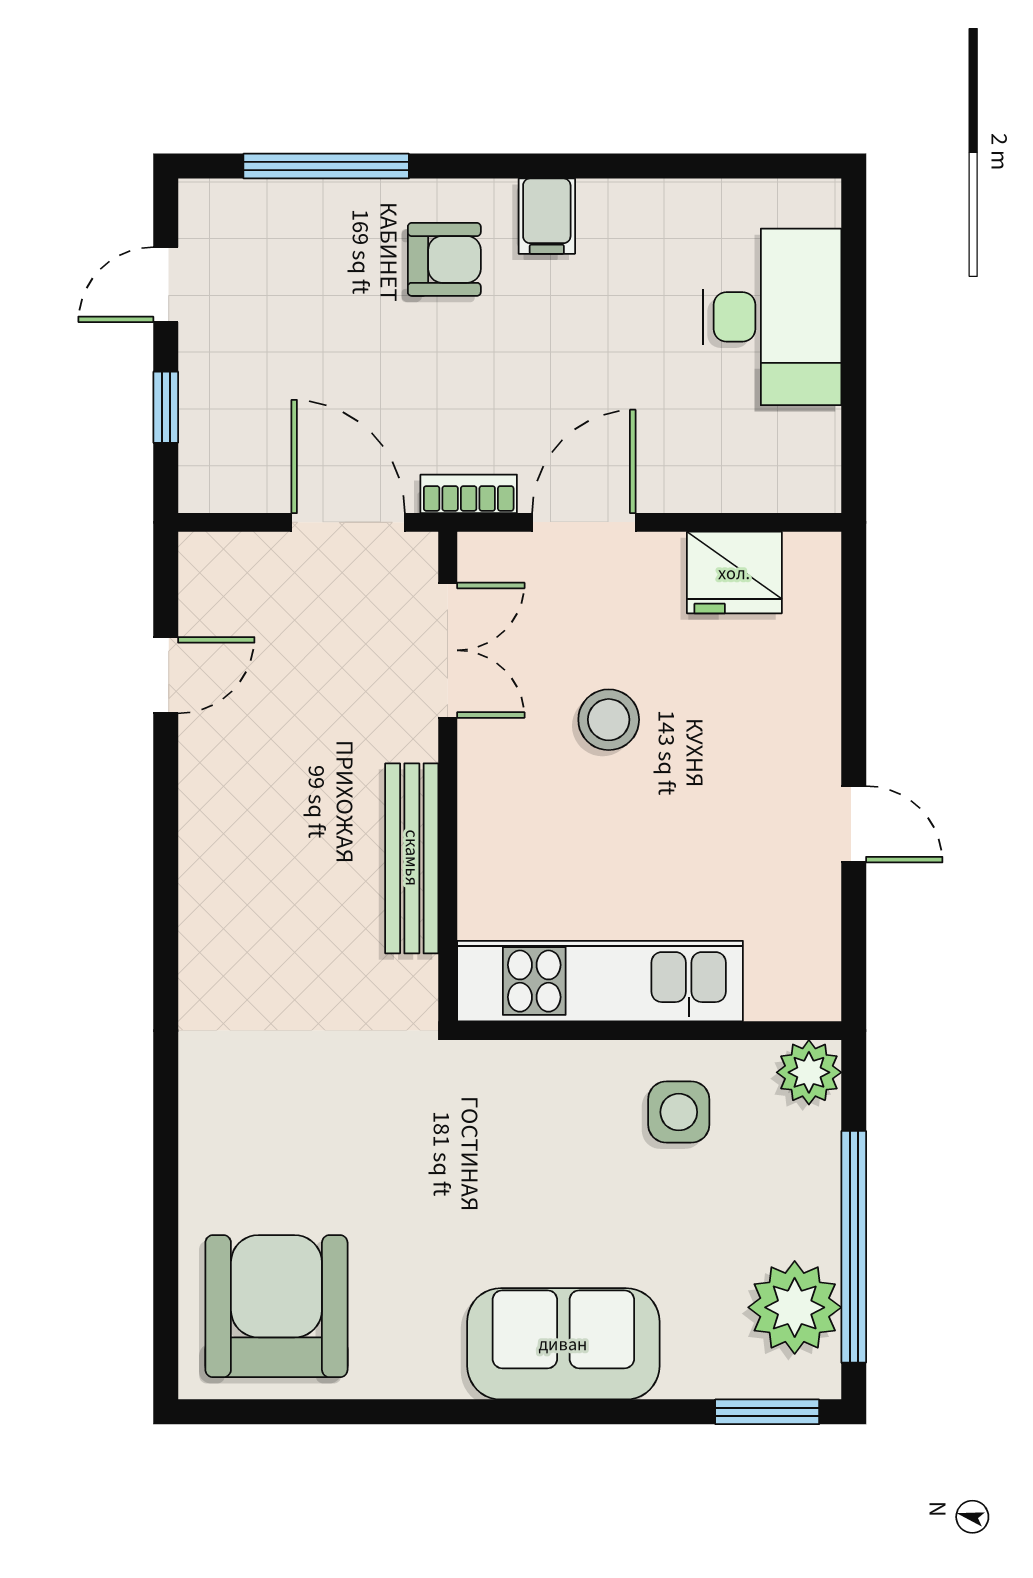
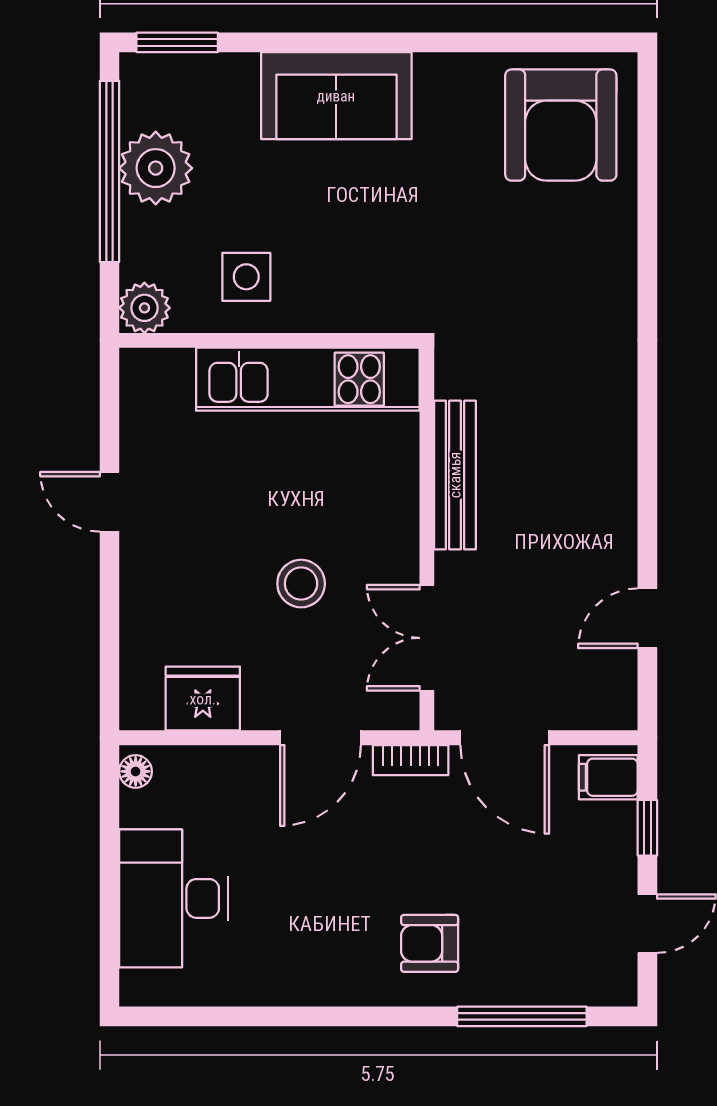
filing cabinet: (547, 216) -> (608, 777), moved, turned -90
floor lamp: (820, 479) -> (136, 771), added
plant: (795, 1307) -> (156, 168), moved

